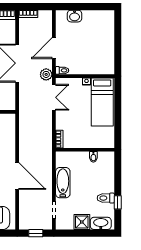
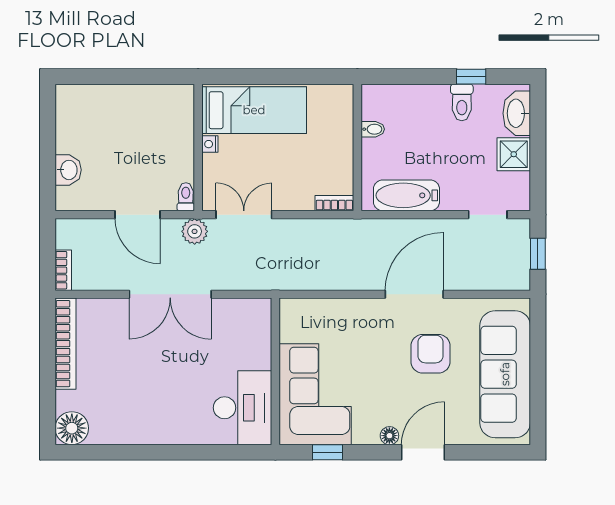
bathtub: (63, 183) -> (406, 195), moved

